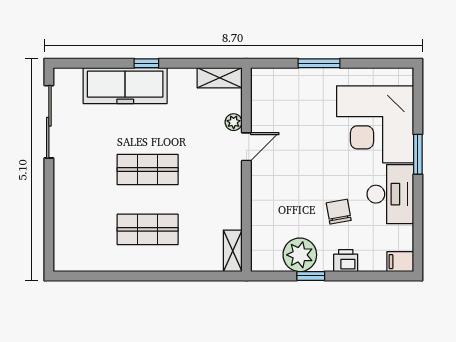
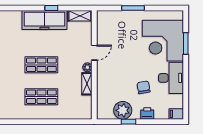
window: (146, 63) -> (51, 8), moved
freezer: (125, 86) -> (45, 20), moved
plant: (234, 122) -> (87, 67), moved
window: (418, 154) -> (186, 43), moved
shelving: (233, 251) -> (87, 84), moved

